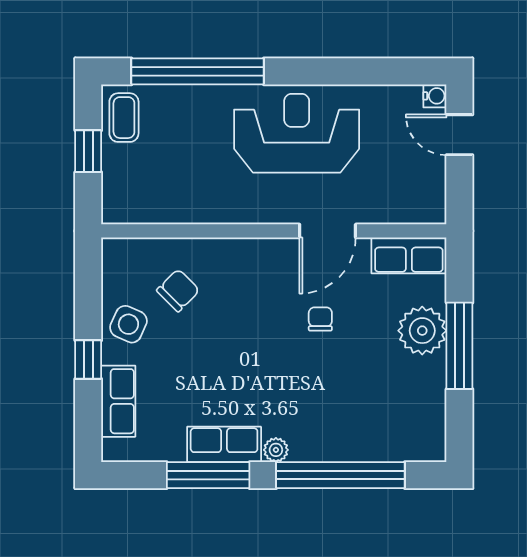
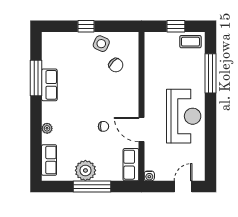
window: (198, 71) -> (210, 73), width x0.68
water cooler: (435, 96) -> (149, 176), moved
plant: (422, 331) -> (85, 170), moved
row of seats: (118, 401) -> (49, 160), moved, turned -90
plant: (276, 450) -> (47, 128), moved
window: (340, 475) -> (36, 135), removed

